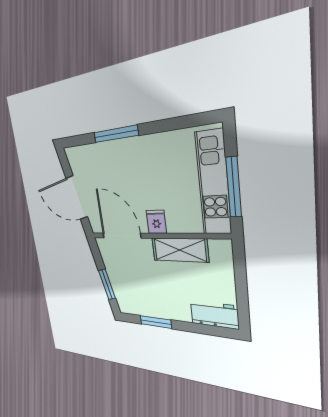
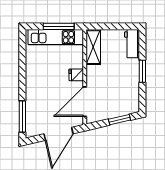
window: (116, 134) -> (22, 117), moved
shelving: (180, 250) -> (93, 47), moved
window: (156, 322) -> (142, 71), moved

